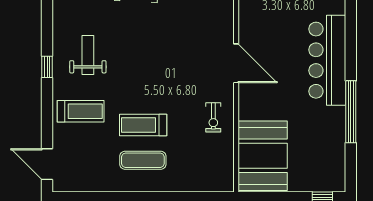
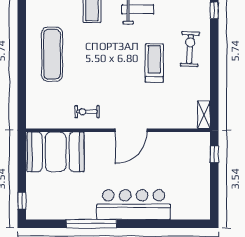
treadmill: (143, 125) -> (154, 63), moved
exercise mat: (143, 160) -> (52, 54), width x1.36, depth x1.45

